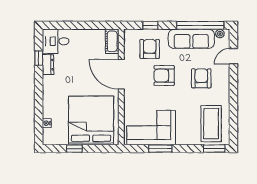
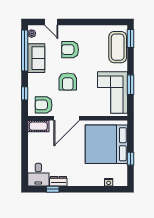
sofa: (191, 39) -> (36, 58), width x0.73
armchair: (150, 49) -> (44, 105), moved
coffee table: (211, 124) -> (118, 47), moved, turned 90

